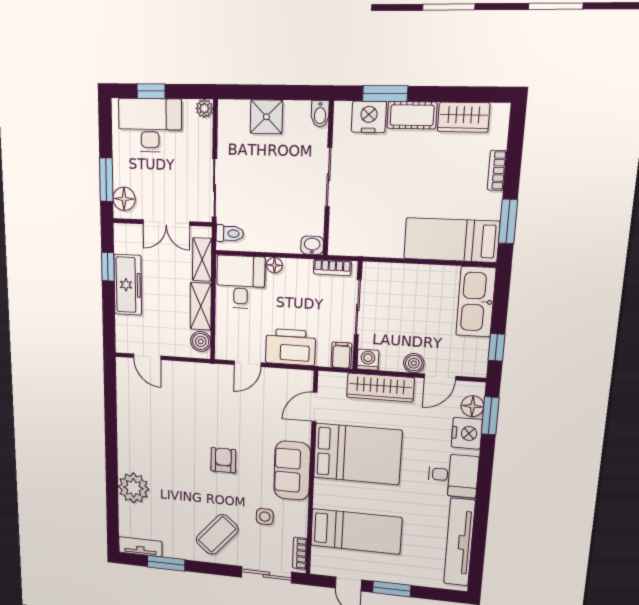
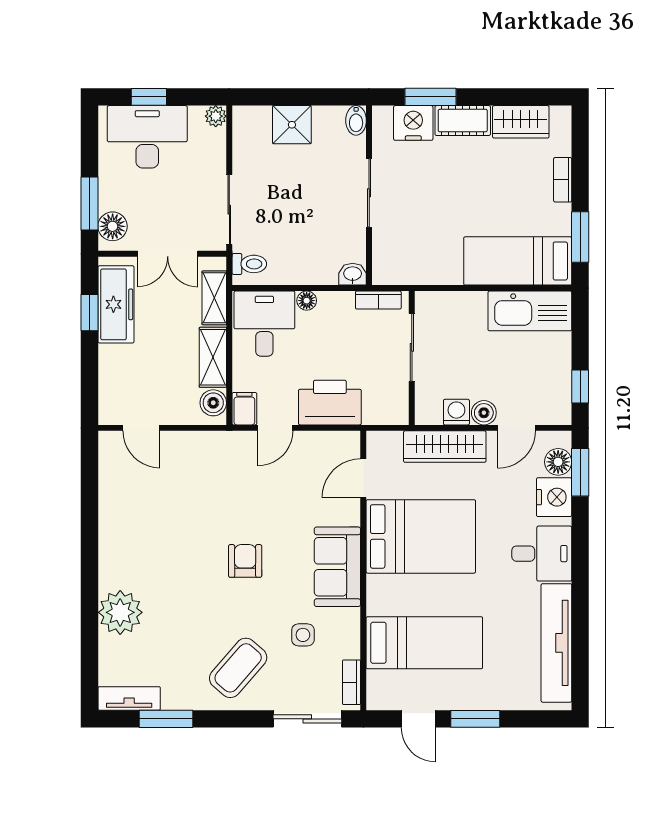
freezer: (128, 285) -> (116, 304), moved
kitchen sink: (476, 302) -> (530, 311), moved, turned -90
filing cabinet: (341, 355) -> (244, 409), moved
washing machine: (368, 360) -> (456, 412), moved

